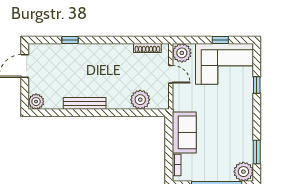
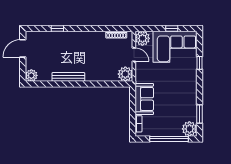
plant: (140, 100) -> (125, 74), moved

